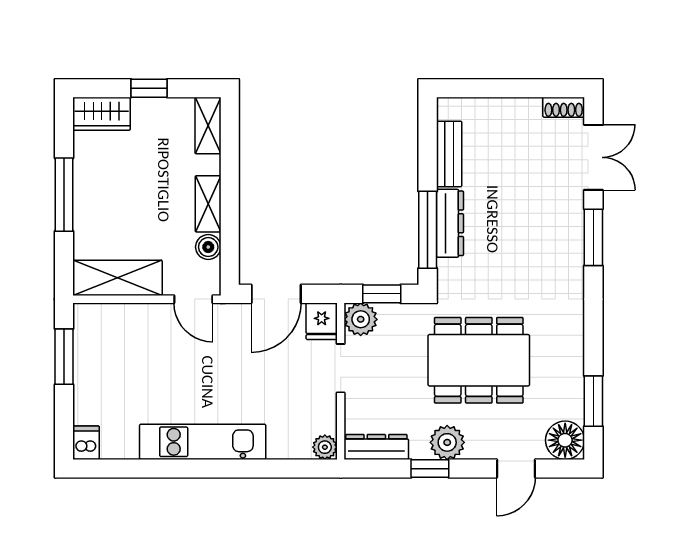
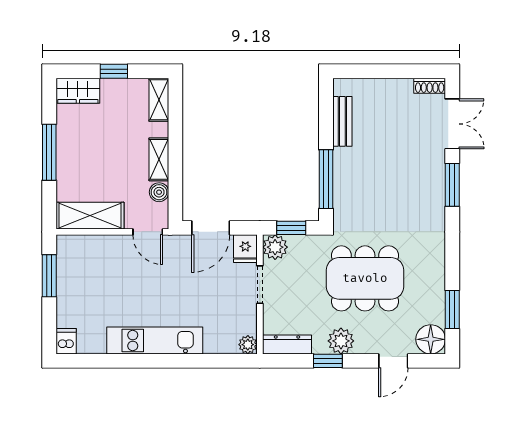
dresser: (450, 223) -> (343, 174), removed

